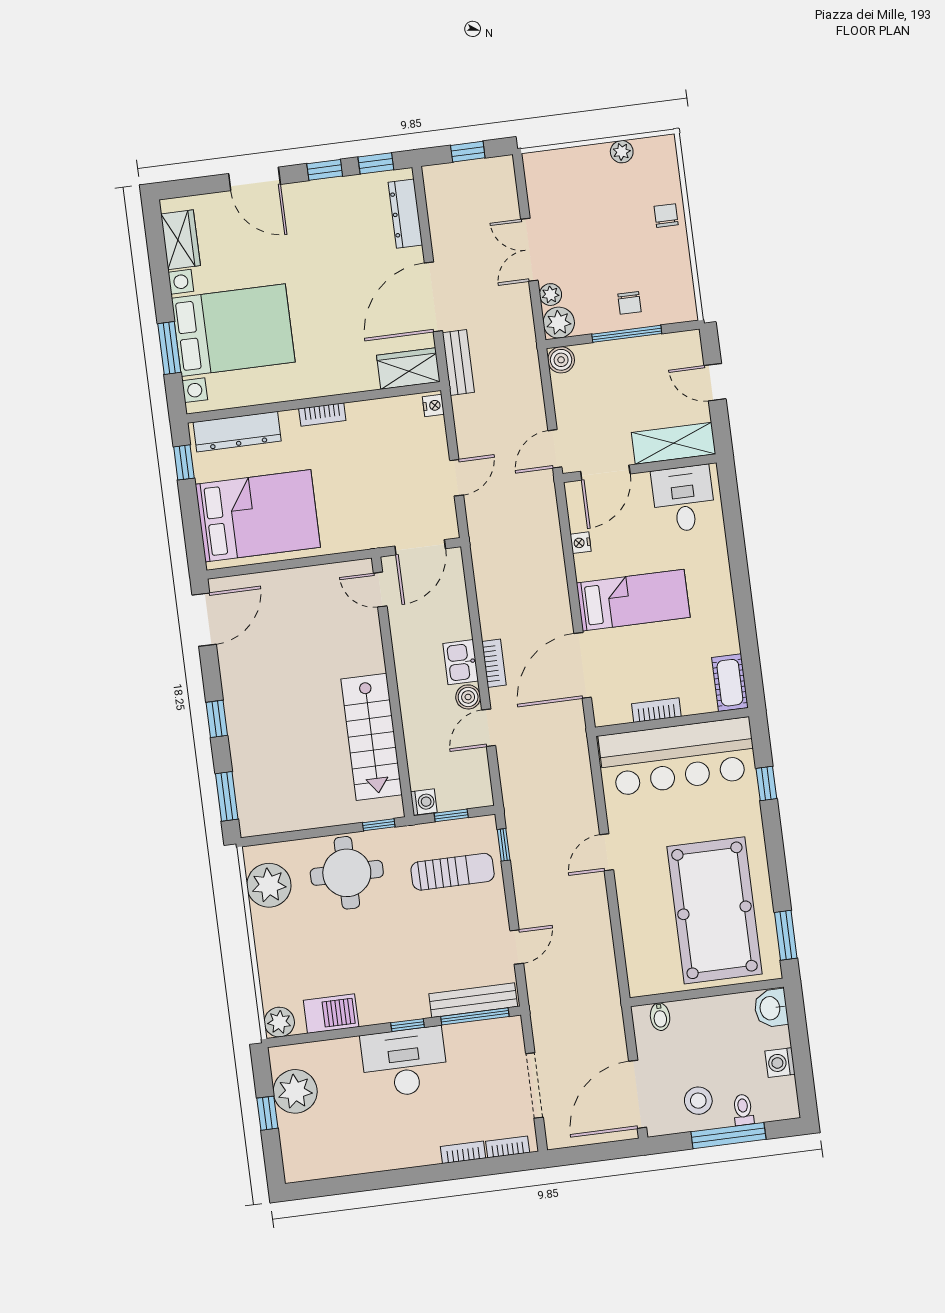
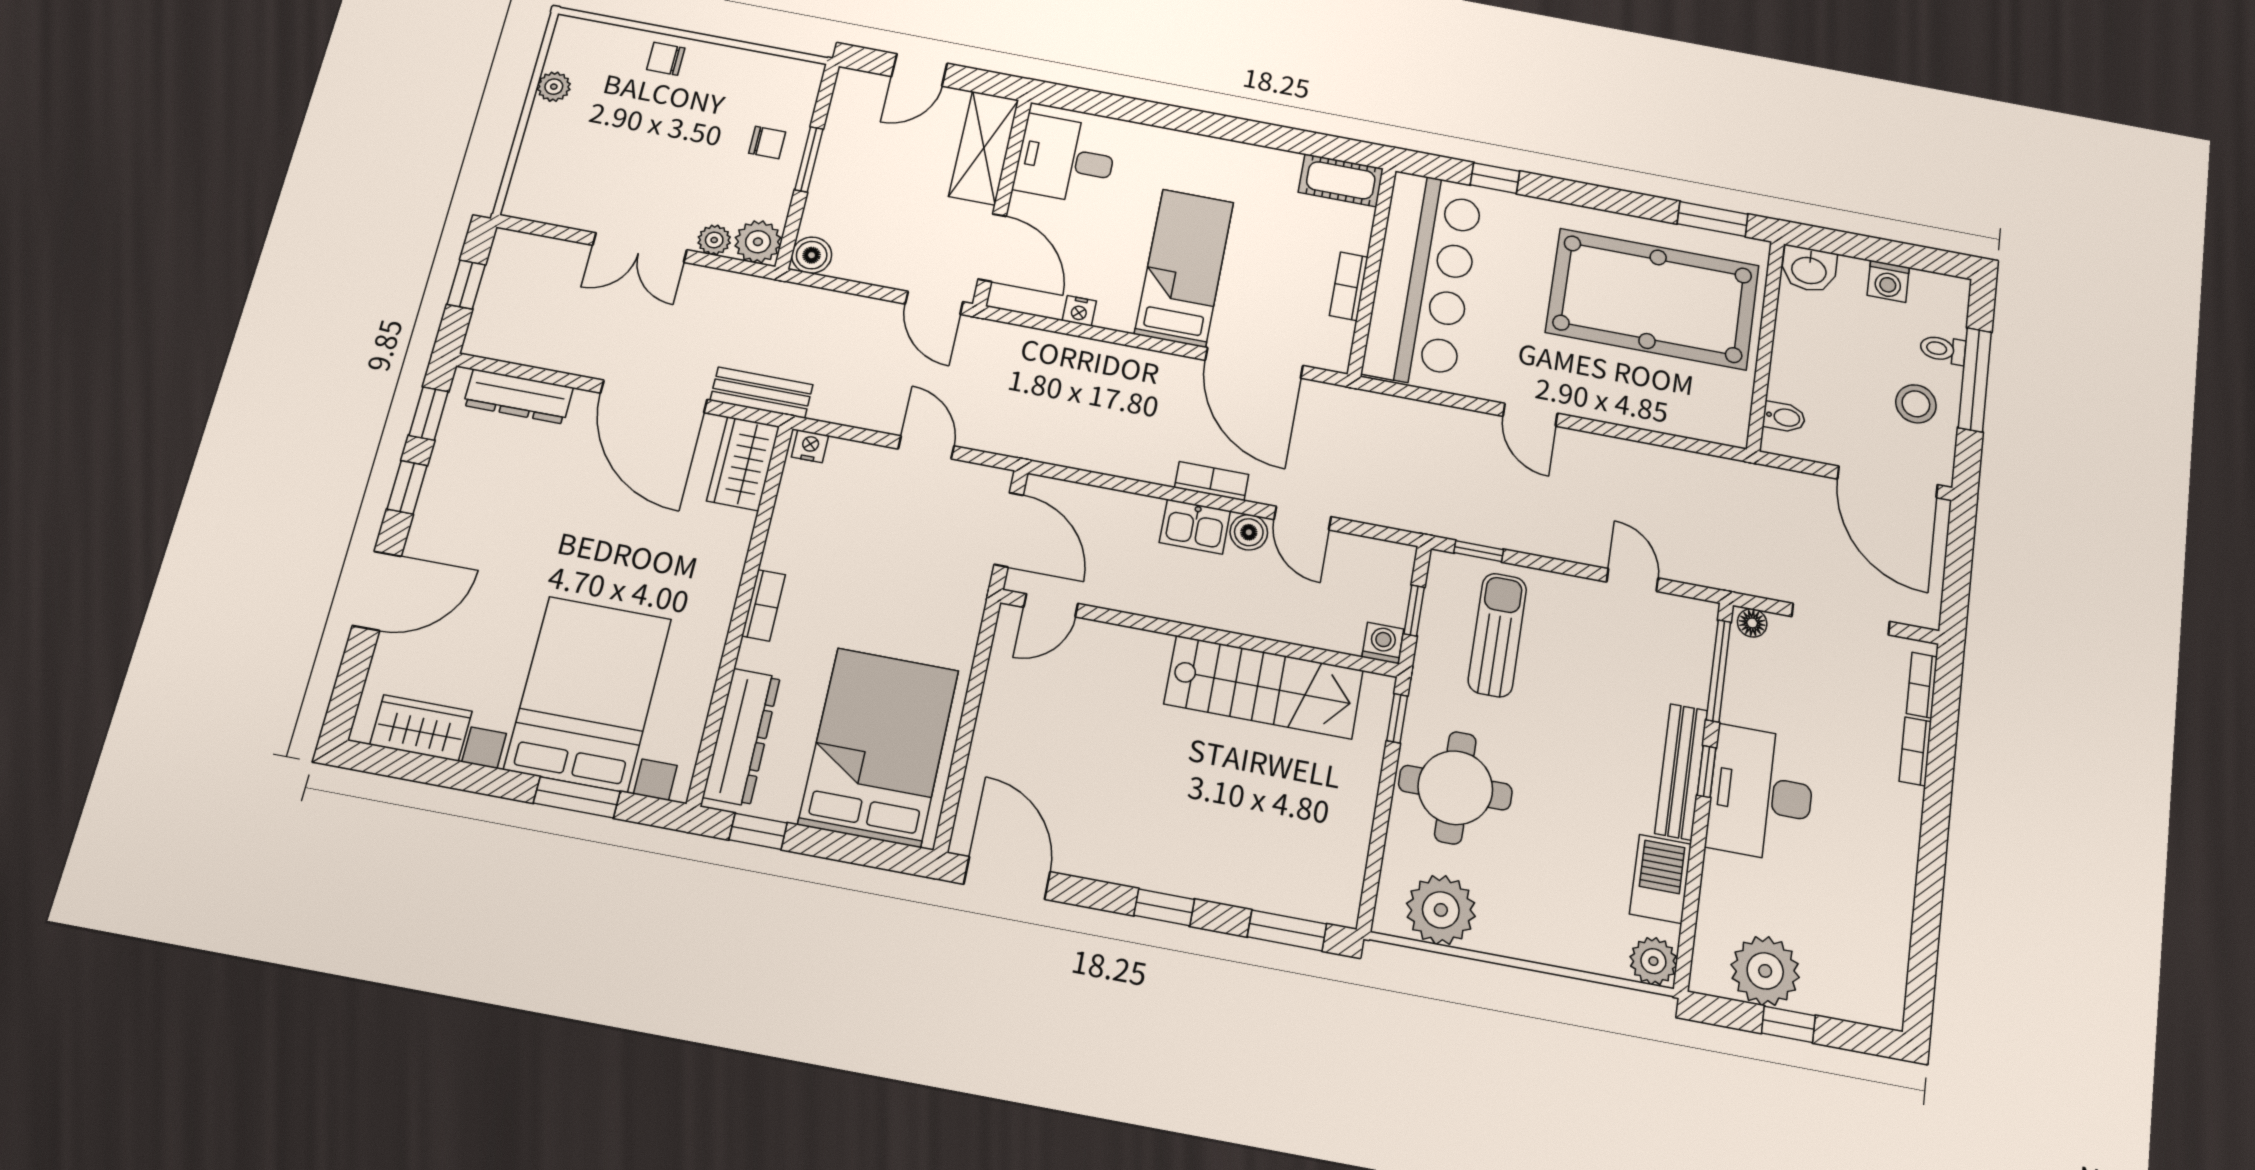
window: (627, 334) -> (809, 159), width x0.69
bench: (473, 1000) -> (1681, 772), moved
floor lamp: (513, 1030) -> (1752, 623), added

